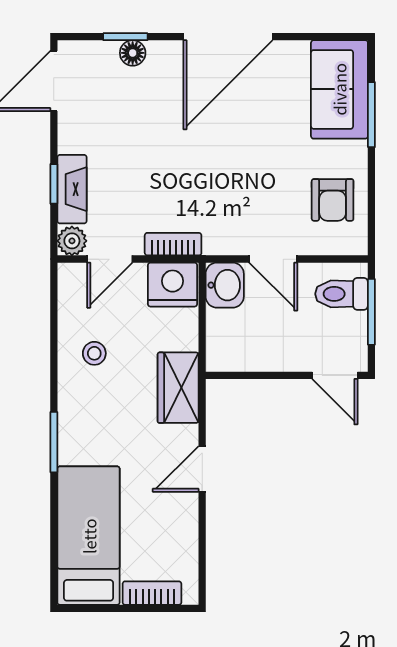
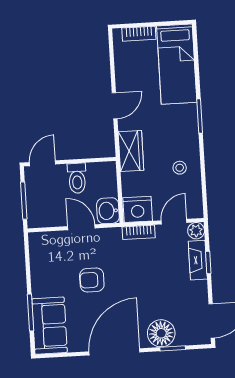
floor lamp: (133, 53) -> (161, 333), width x1.89, depth x1.89
armchair: (333, 200) -> (92, 280), moved, turned -90
toilet: (342, 294) -> (77, 178), moved, turned 90
door: (335, 375) -> (42, 163), hinge flipped

